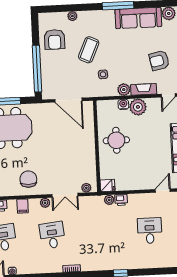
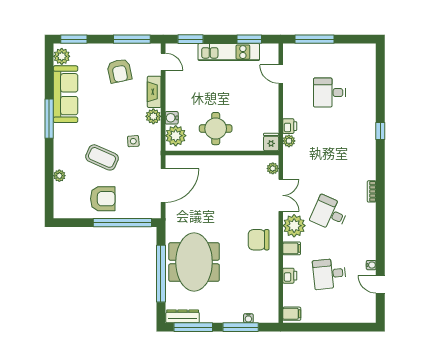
armchair: (55, 39) -> (103, 199), moved
plant: (138, 107) -> (176, 136), moved
plant: (45, 203) -> (294, 226), width x1.87, depth x1.87
desk: (52, 235) -> (329, 213), turned 30

